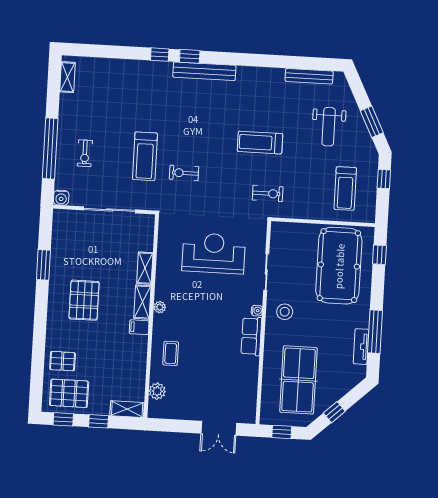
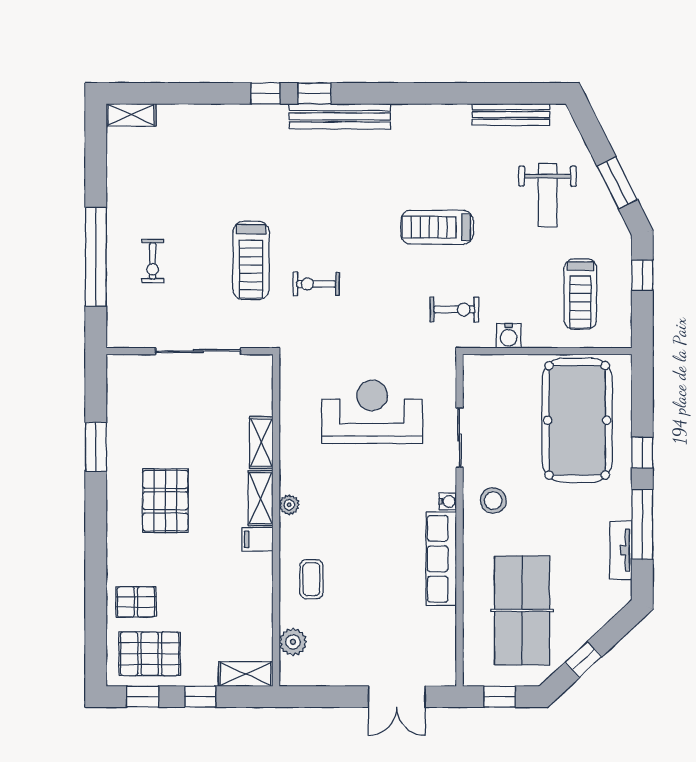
shelving: (67, 77) -> (131, 115), moved, turned 90
water cooler: (61, 198) -> (509, 336), moved
window: (379, 255) -> (642, 453), moved
row of seats: (251, 336) -> (441, 559), width x1.48

